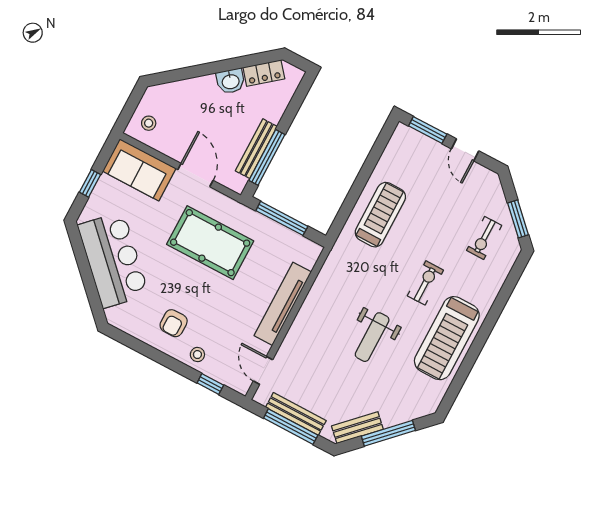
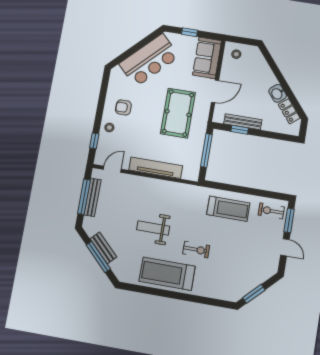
door: (465, 150) -> (285, 247), swing flipped
window: (267, 157) -> (240, 130), width x0.46
exercise bike: (484, 238) -> (271, 211), moved
bench: (357, 428) -> (103, 248), moved

